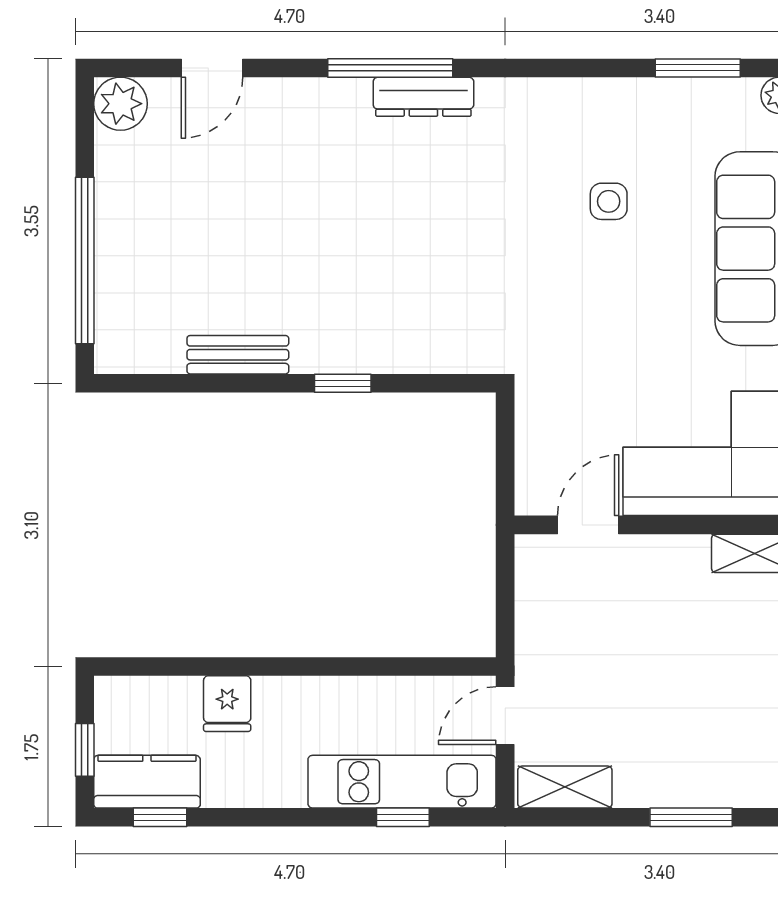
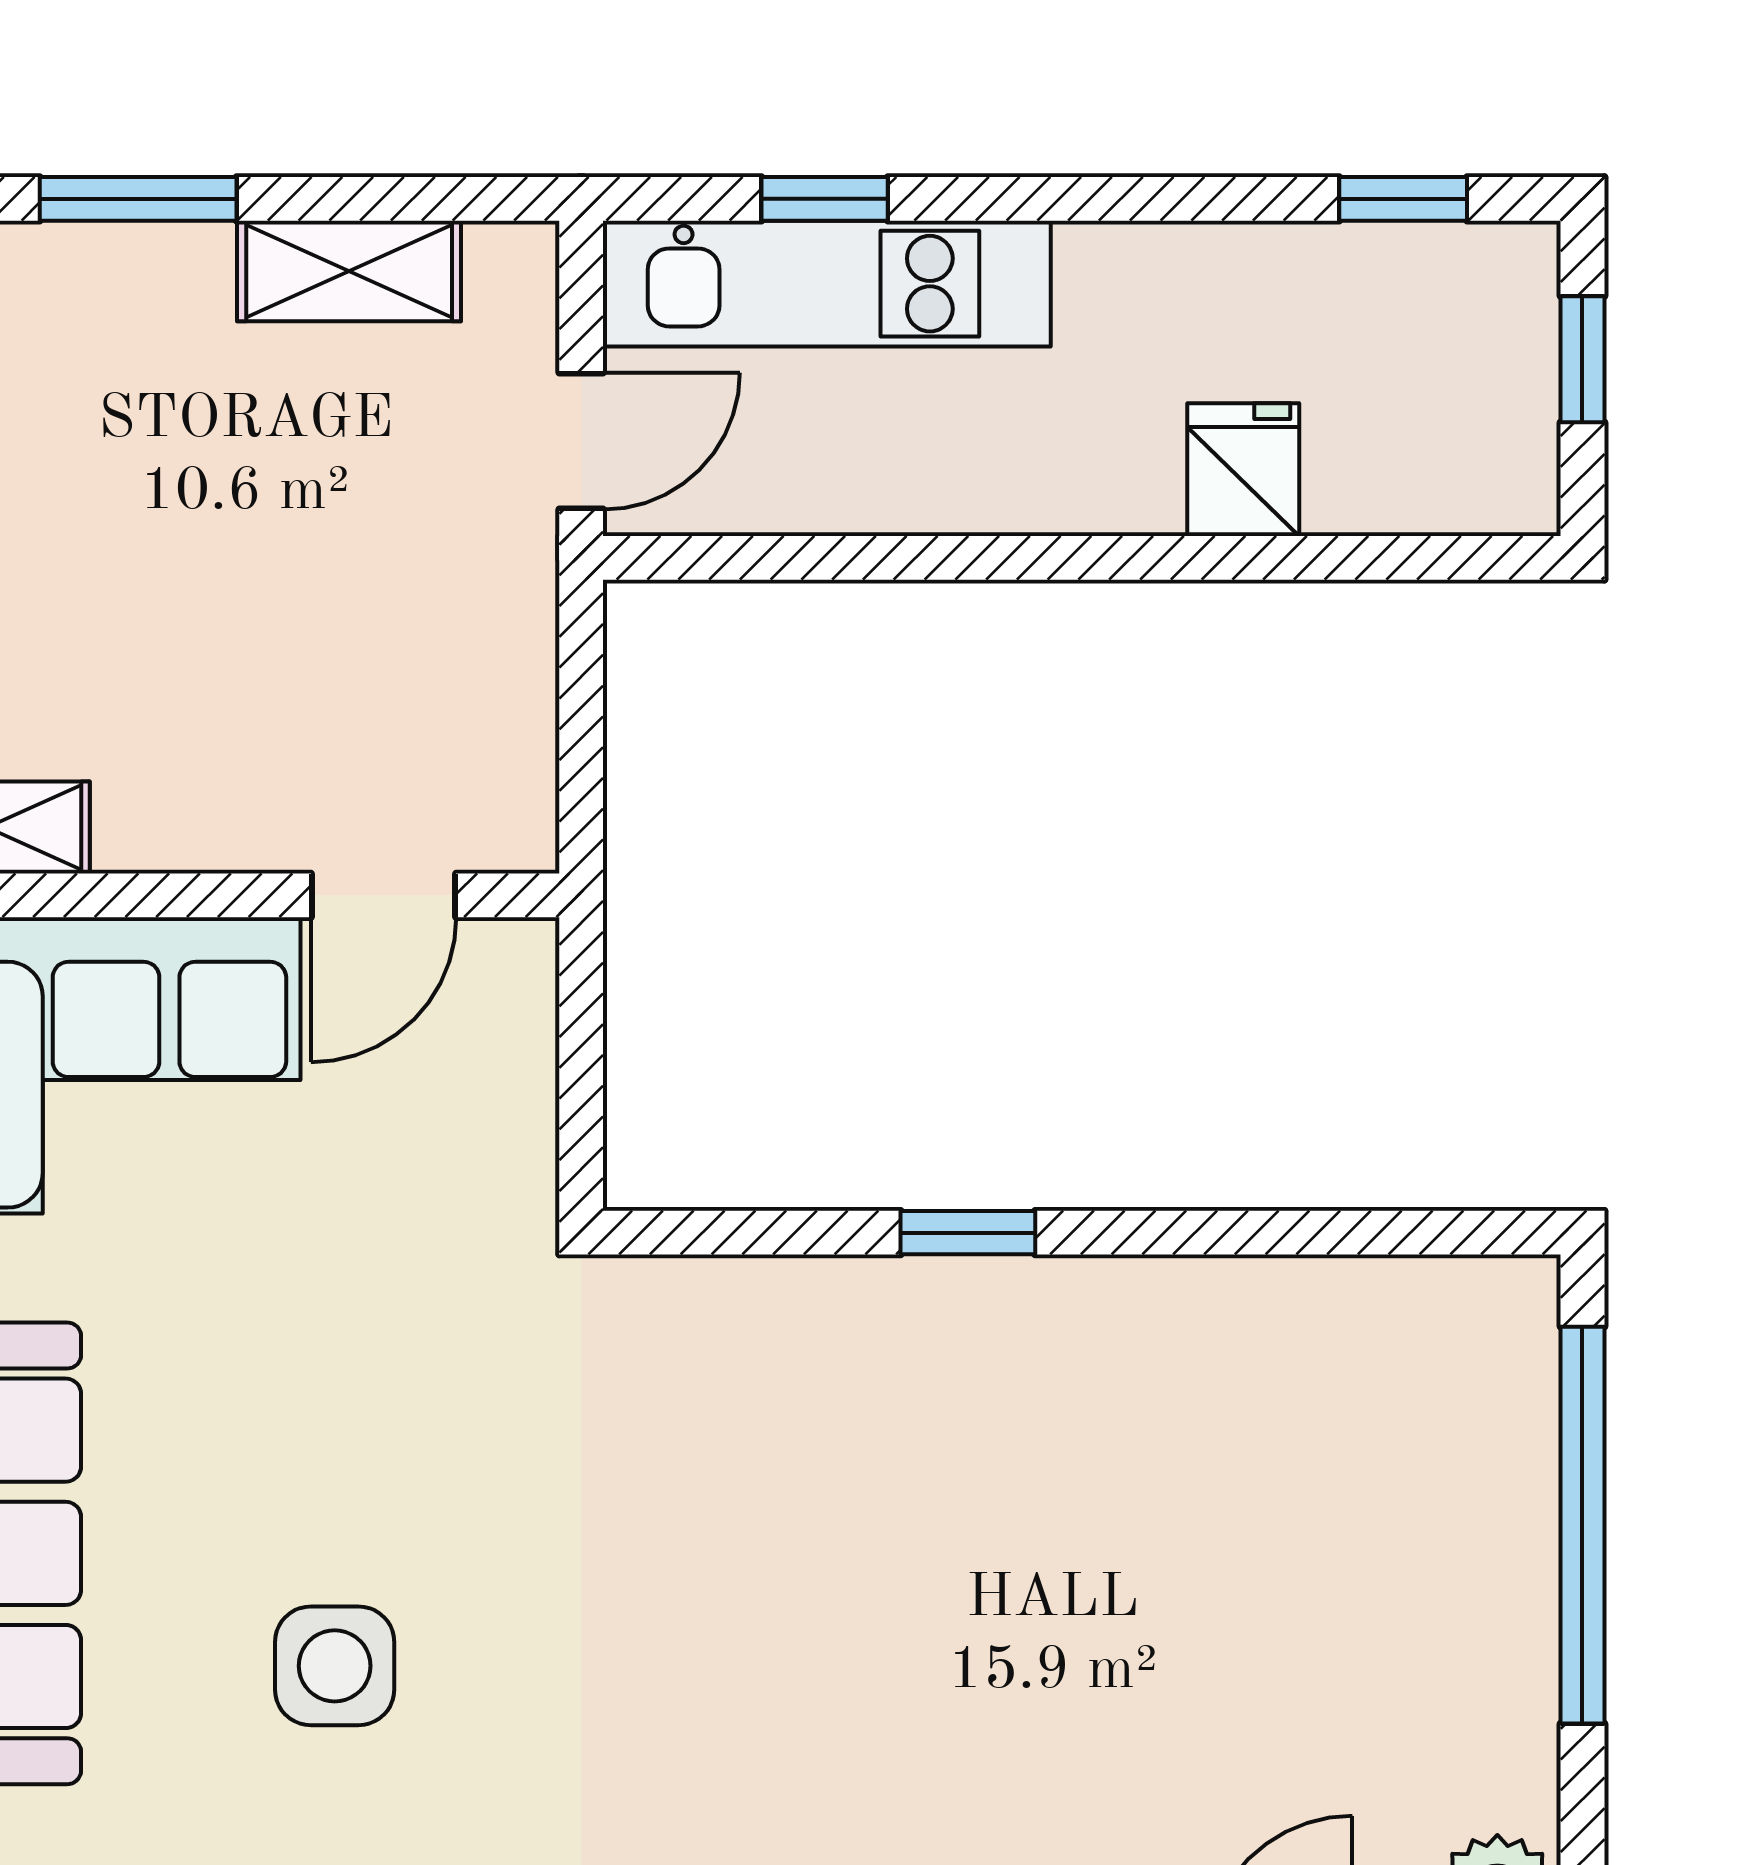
side table: (609, 201) -> (335, 1666), width x1.37, depth x1.37
bench: (238, 355) -> (1218, 1301), removed
kitchen counter: (147, 782) -> (1434, 284), removed
shelving: (565, 787) -> (349, 271), moved

